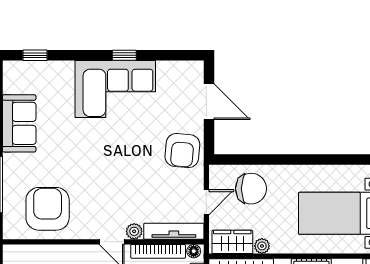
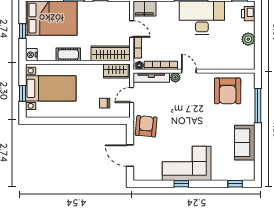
chair: (251, 189) -> (105, 103), width x0.54, depth x0.54
plant: (262, 246) -> (98, 69), removed

